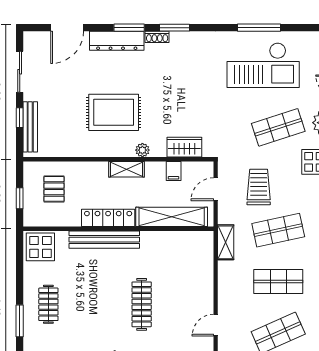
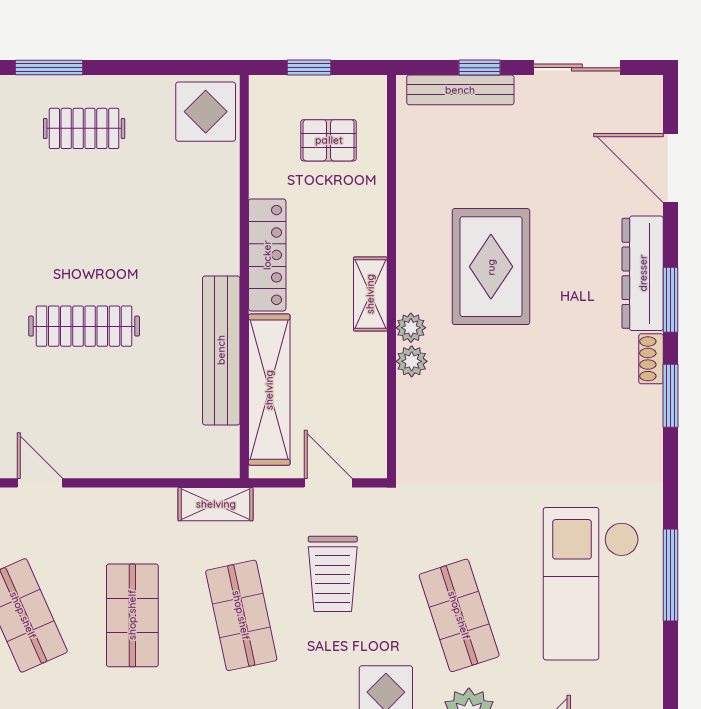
wardrobe: (184, 147) -> (417, 417), removed
plant: (158, 150) -> (412, 361), added
filing cabinet: (174, 171) -> (367, 394), removed
trolley: (259, 187) -> (333, 574), turned 90
bench: (104, 240) -> (221, 350), moved

